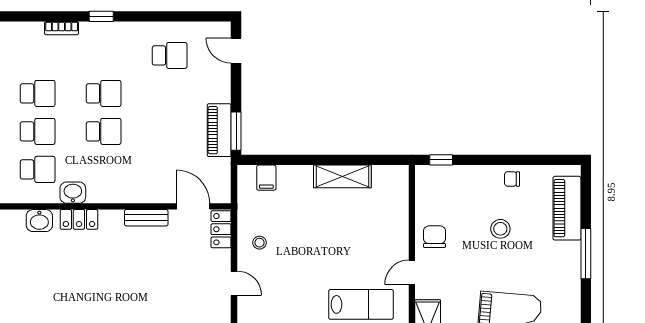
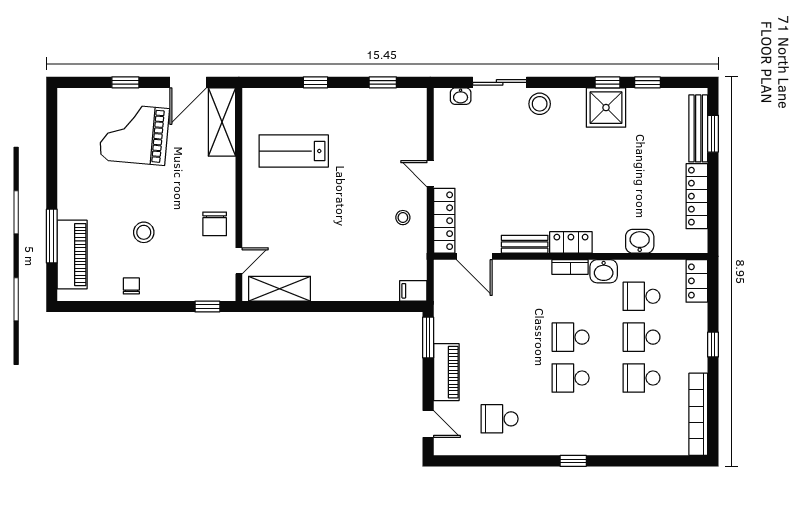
bookcase: (62, 28) -> (570, 267), moved, turned 180
piano: (219, 130) -> (446, 372), moved
shelving: (342, 176) -> (280, 289), moved
filing cabinet: (266, 178) -> (413, 291), moved, turned -90
chair: (512, 179) -> (131, 286), turned -90
locker: (79, 219) -> (571, 242), moved
locker: (221, 229) -> (444, 221), width x1.53
window: (586, 254) -> (52, 236), moved
door: (412, 272) -> (239, 261), moved

